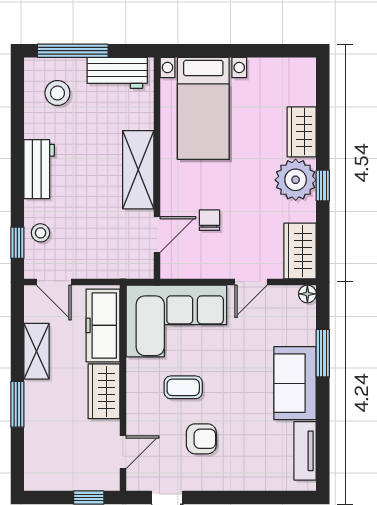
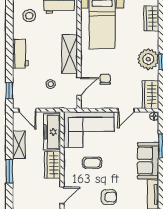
wardrobe: (302, 132) -> (151, 18), moved
stool: (41, 233) -> (51, 84), moved
armchair: (201, 439) -> (109, 197), moved

